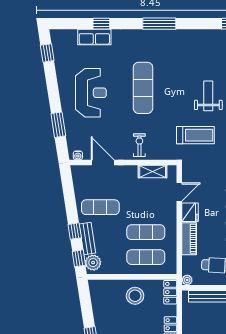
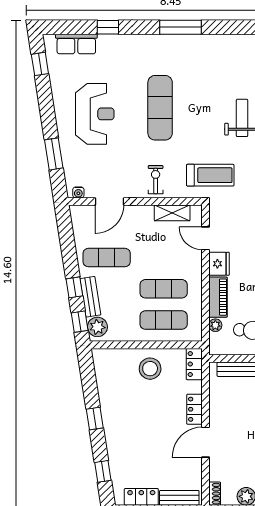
row of seats: (94, 37) -> (76, 44), moved
treadmill: (195, 135) -> (210, 175), moved
door: (103, 163) -> (109, 201), swing flipped
door: (179, 192) -> (206, 238), swing flipped
plant: (187, 280) -> (215, 325), moved

